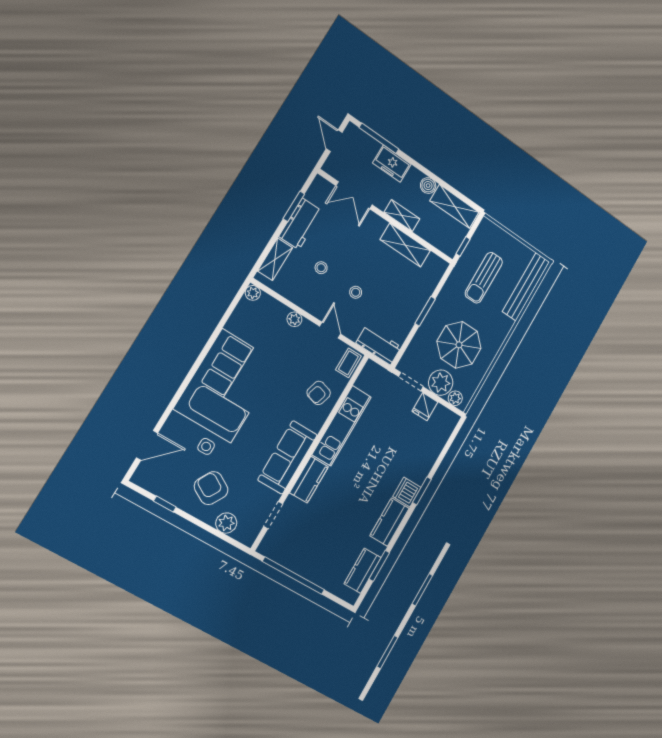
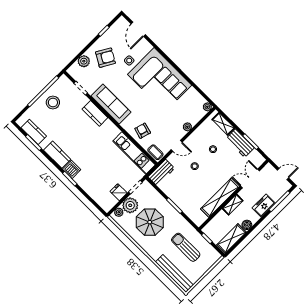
shelving: (405, 245) -> (220, 198), width x1.47
kitchen unit: (342, 426) -> (134, 153), moved
stool: (308, 554) -> (53, 102), added

